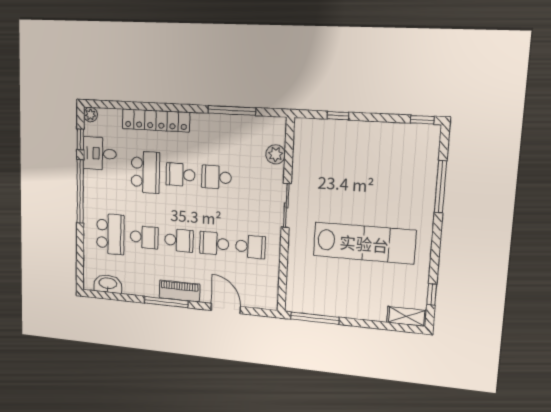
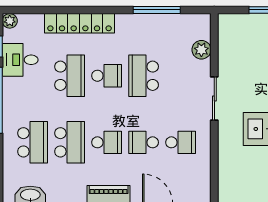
school desk: (181, 175) -> (107, 76), turned 180
school desk: (216, 177) -> (144, 76), width x1.85
school desk: (144, 237) -> (70, 142), width x1.85

